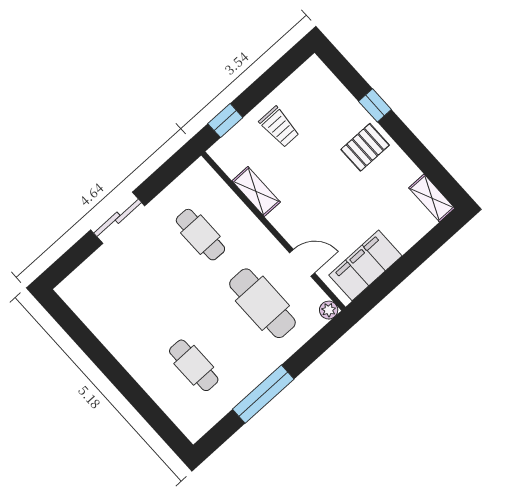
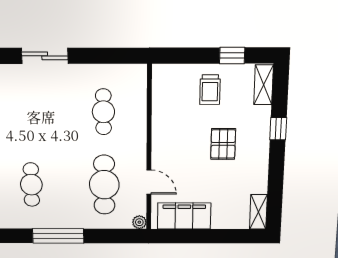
window: (225, 121) -> (232, 56), moved
pallet: (365, 147) -> (223, 144), moved, turned 90
shelving: (256, 191) -> (264, 85), moved
sliding door: (118, 218) -> (45, 56), moved

